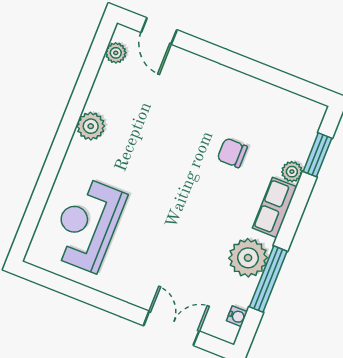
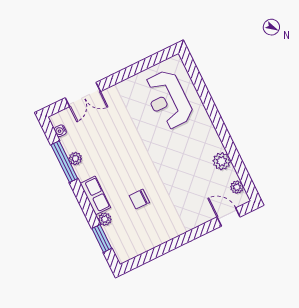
plant: (91, 126) -> (222, 161), moved
chair: (232, 153) -> (139, 199), turned 180
reception desk: (87, 224) -> (168, 100), turned 180
plant: (248, 258) -> (75, 159), width x0.53, depth x0.53

